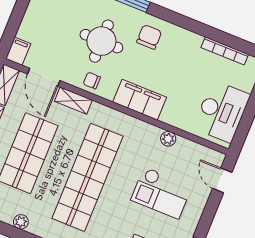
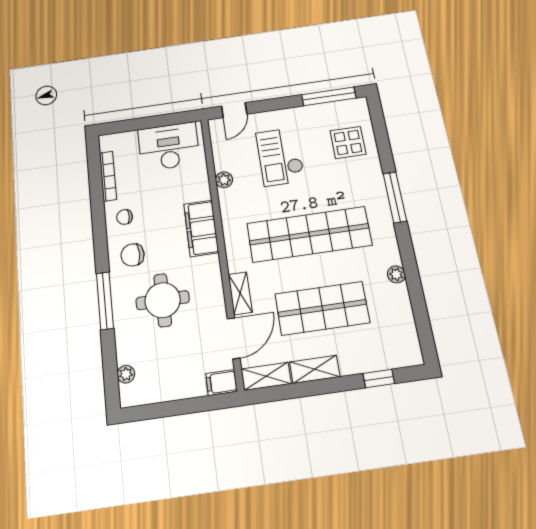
chair: (92, 81) -> (125, 217), moved, turned 90
checkout: (161, 193) -> (280, 157), turned 180

